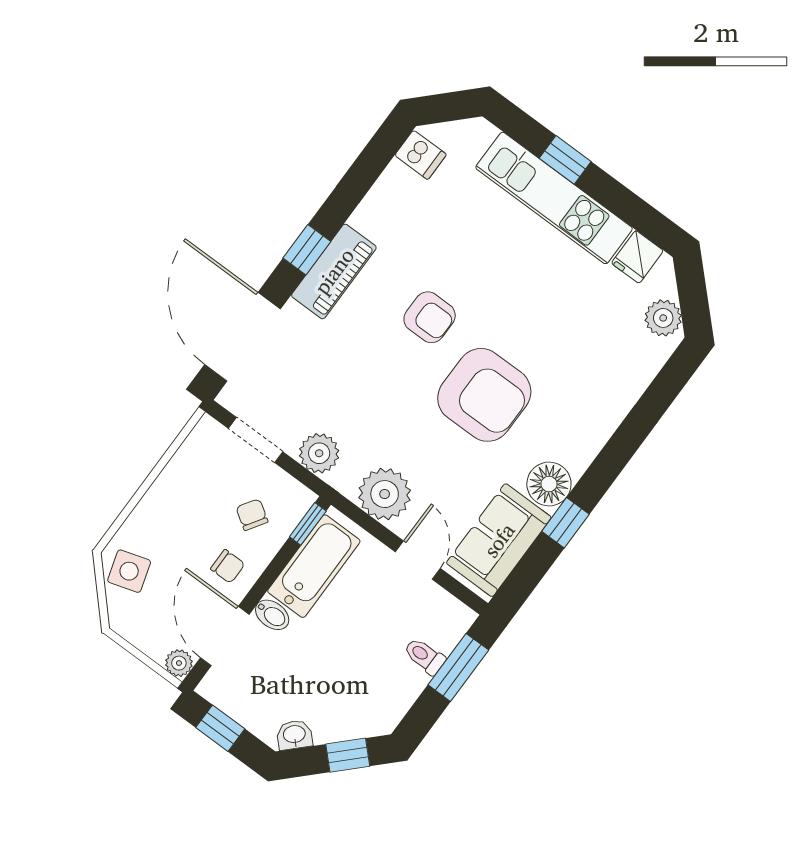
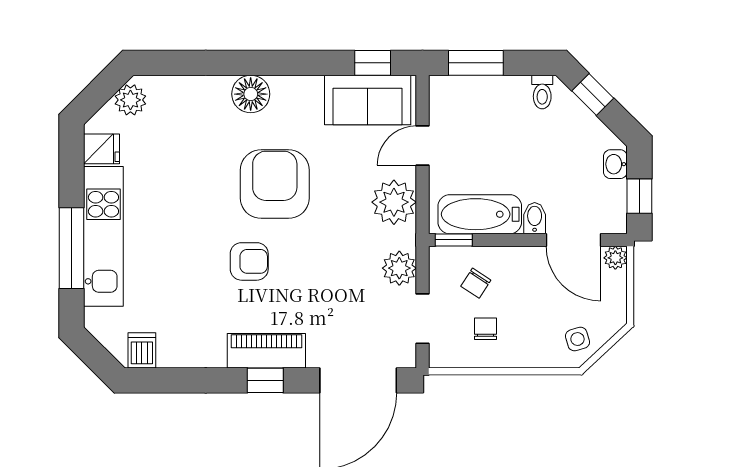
window: (565, 160) -> (72, 248), width x2.17
armchair: (430, 317) -> (249, 261), turned 90
floor lamp: (549, 484) -> (251, 94), moved
window: (565, 523) -> (373, 63), moved
chair: (228, 566) -> (485, 329), moved
side table: (129, 571) -> (577, 339), width x0.73, depth x0.73
door: (225, 636) -> (573, 240), hinge flipped
toilet: (424, 656) -> (542, 92), moved
washbasin: (294, 735) -> (615, 164), moved, turned 45

